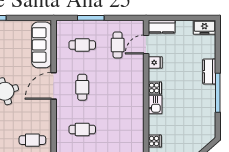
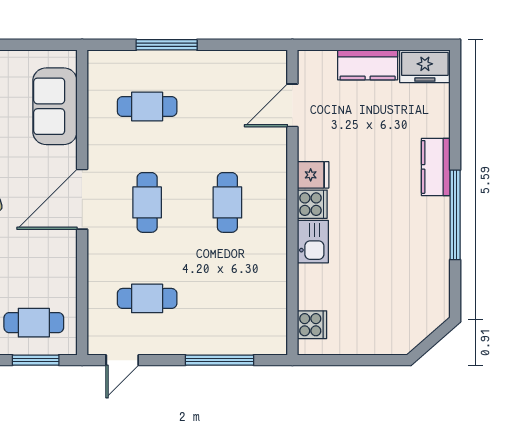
kitchen counter: (162, 27) -> (368, 65), moved
sofa: (42, 45) -> (55, 106), width x0.73
cafe table: (118, 45) -> (227, 202), moved
fridge: (155, 62) -> (313, 175), moved

